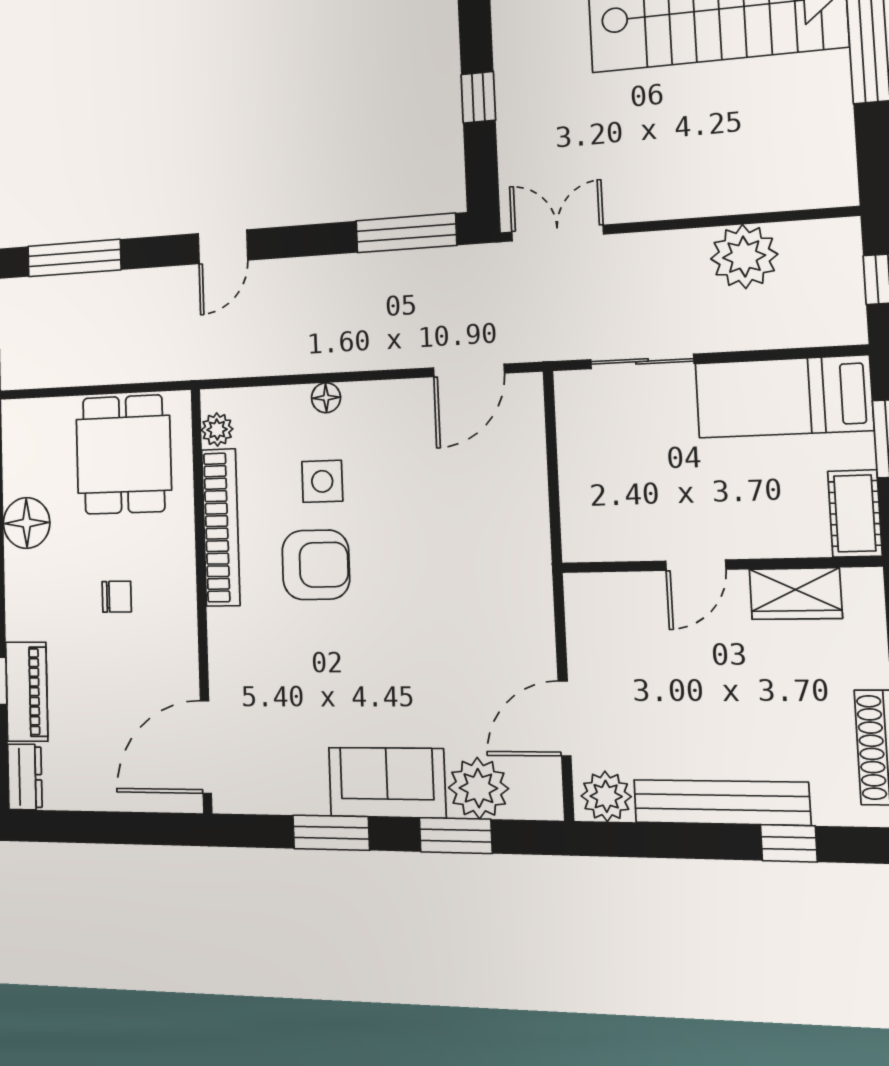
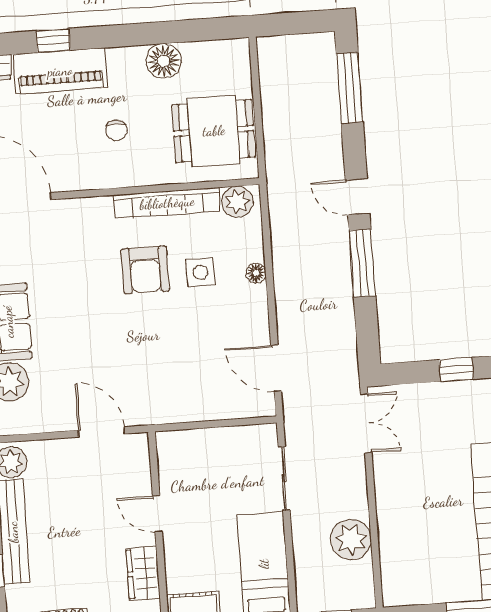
window: (406, 233) -> (362, 263), moved
plant: (217, 429) -> (237, 202), width x1.38, depth x1.38
piano: (27, 692) -> (60, 71), width x1.37, depth x1.33
door: (564, 718) -> (102, 432), moved

